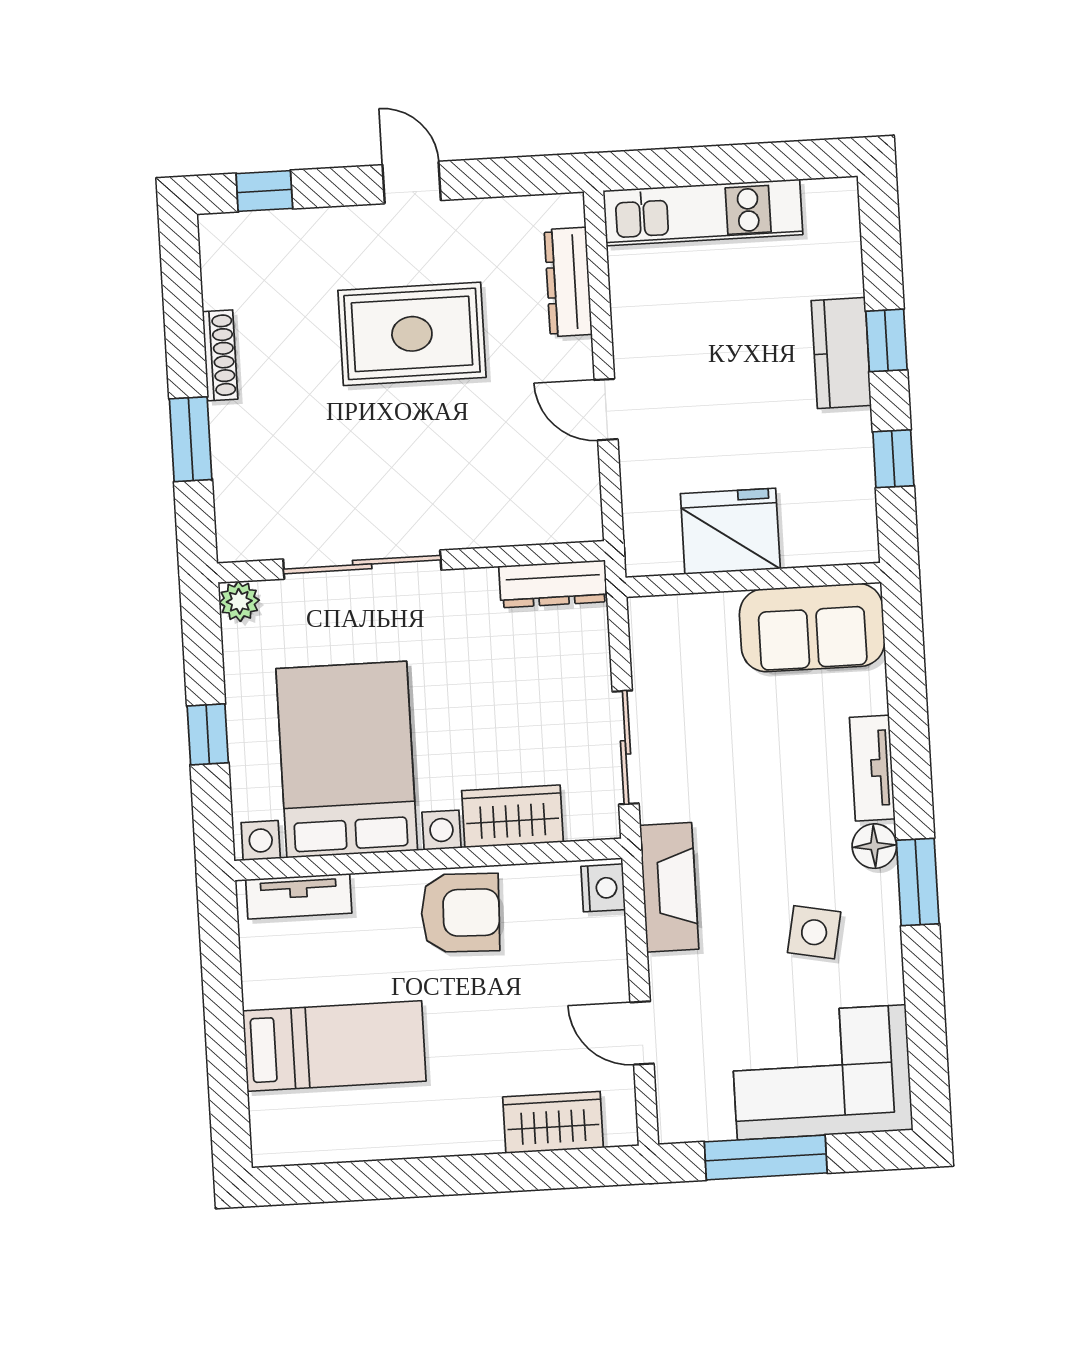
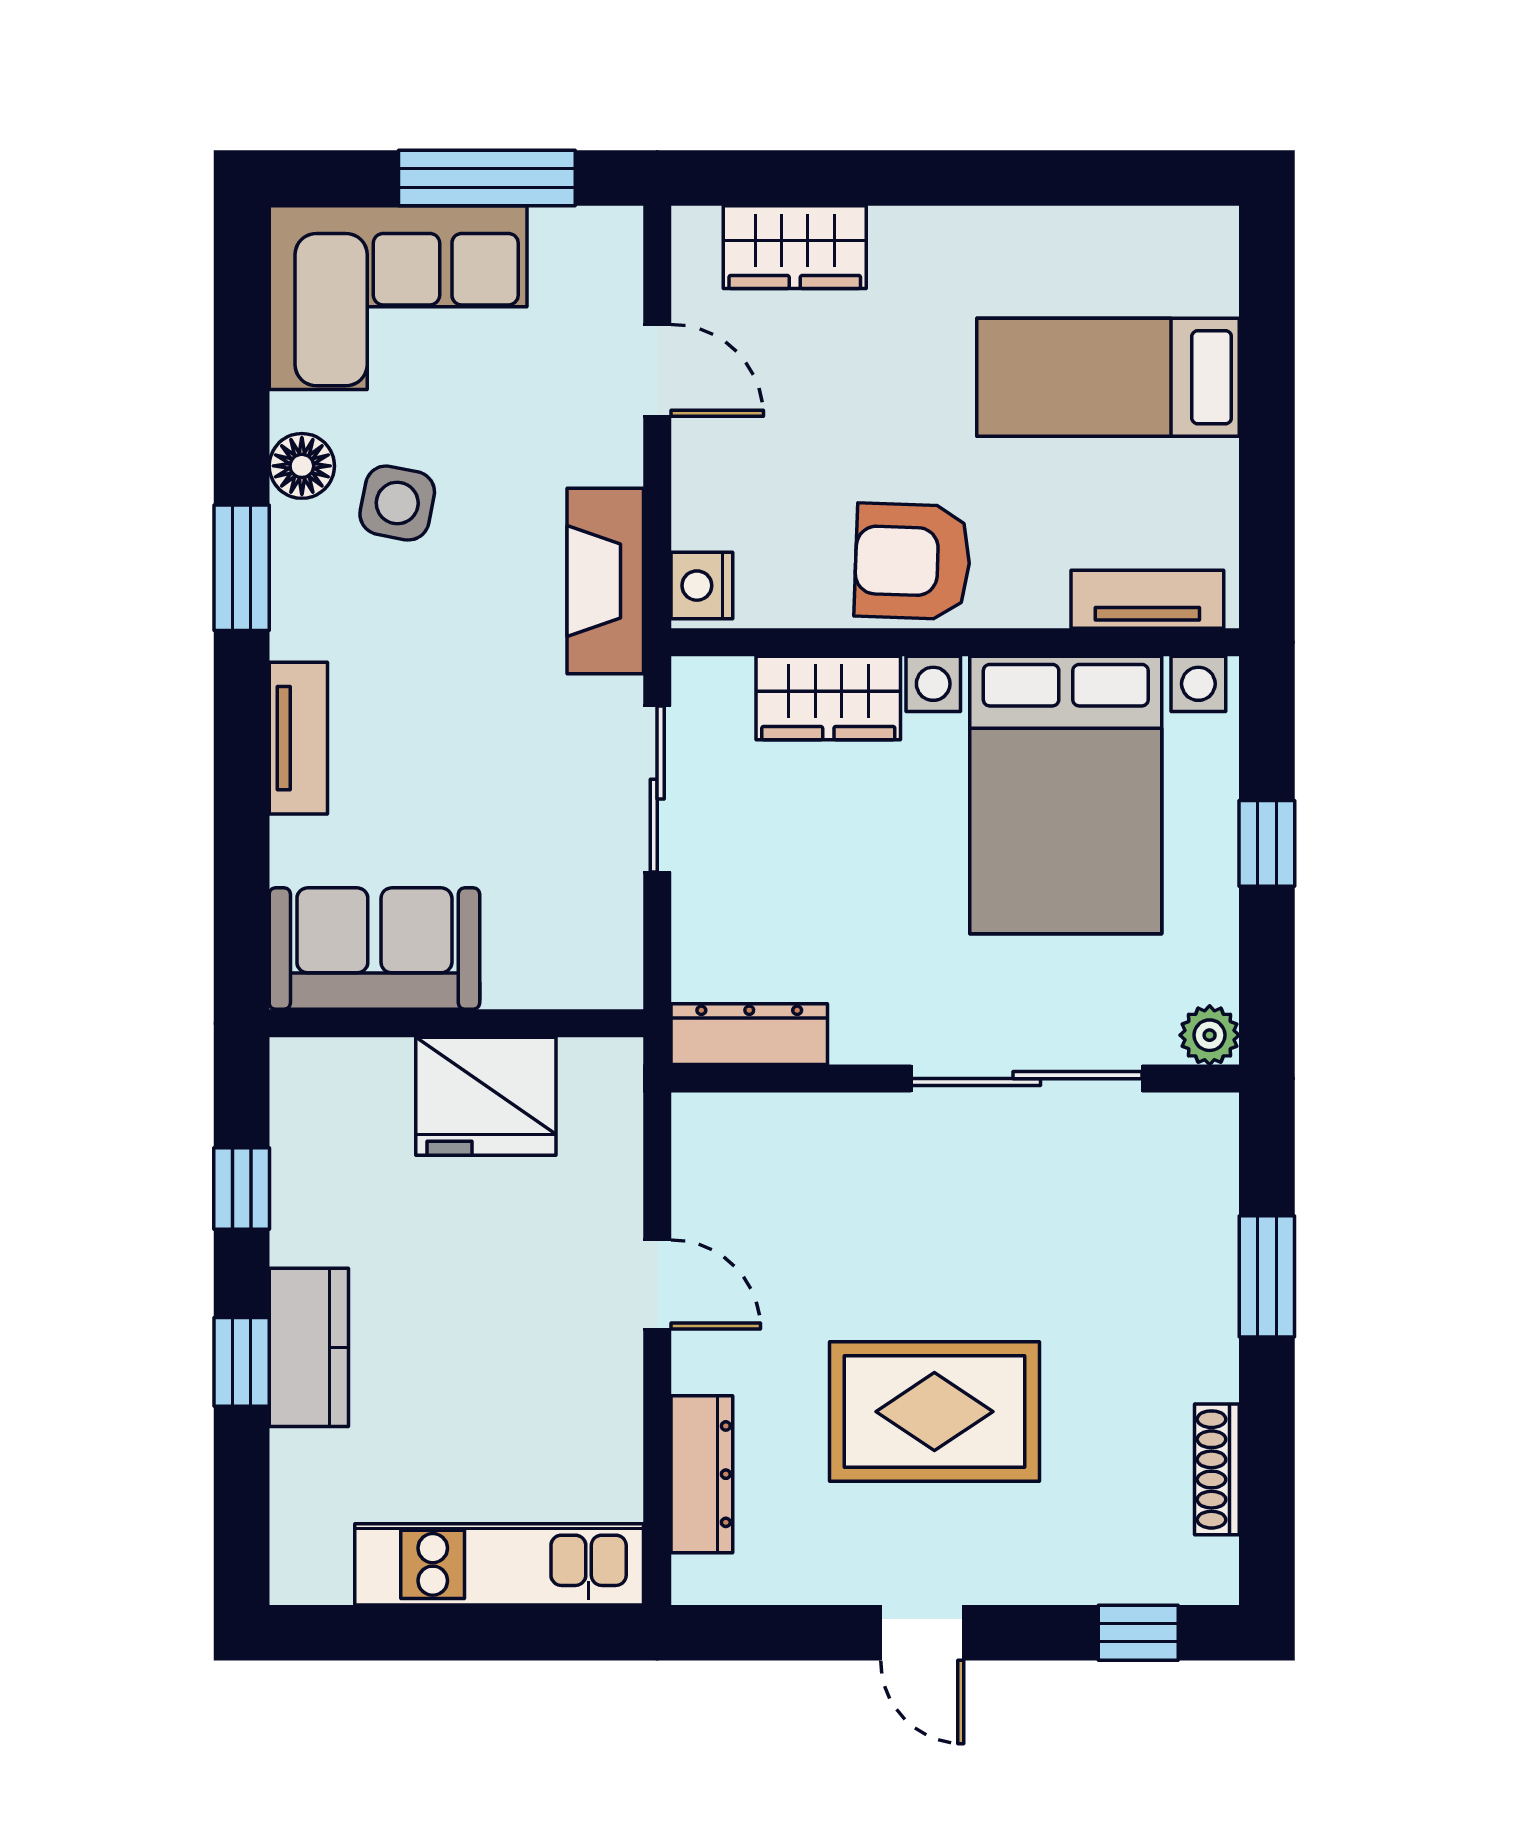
shoe rack: (220, 355) -> (1217, 1469), moved
floor lamp: (874, 846) -> (302, 466), moved

